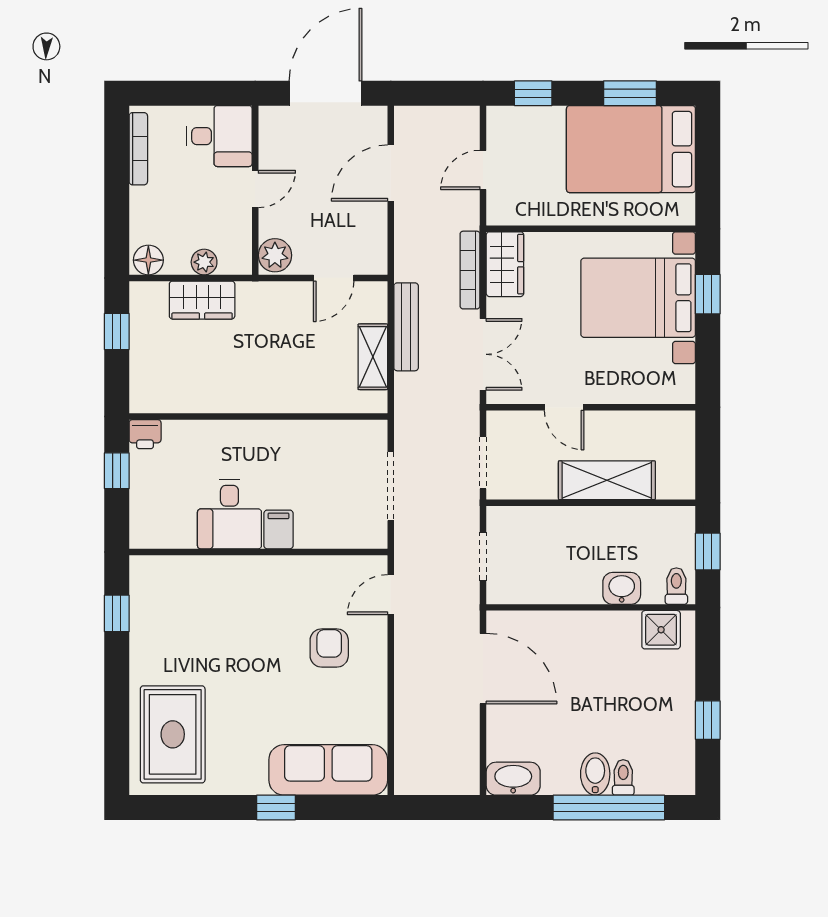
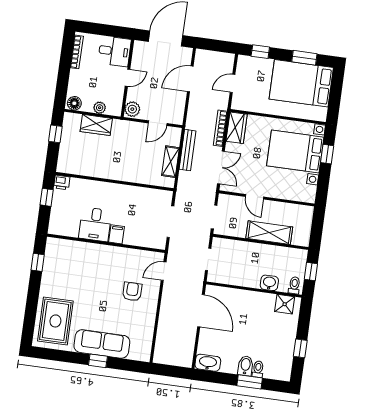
sofa: (328, 770) -> (102, 344), moved
window: (609, 807) -> (250, 382), width x0.47

